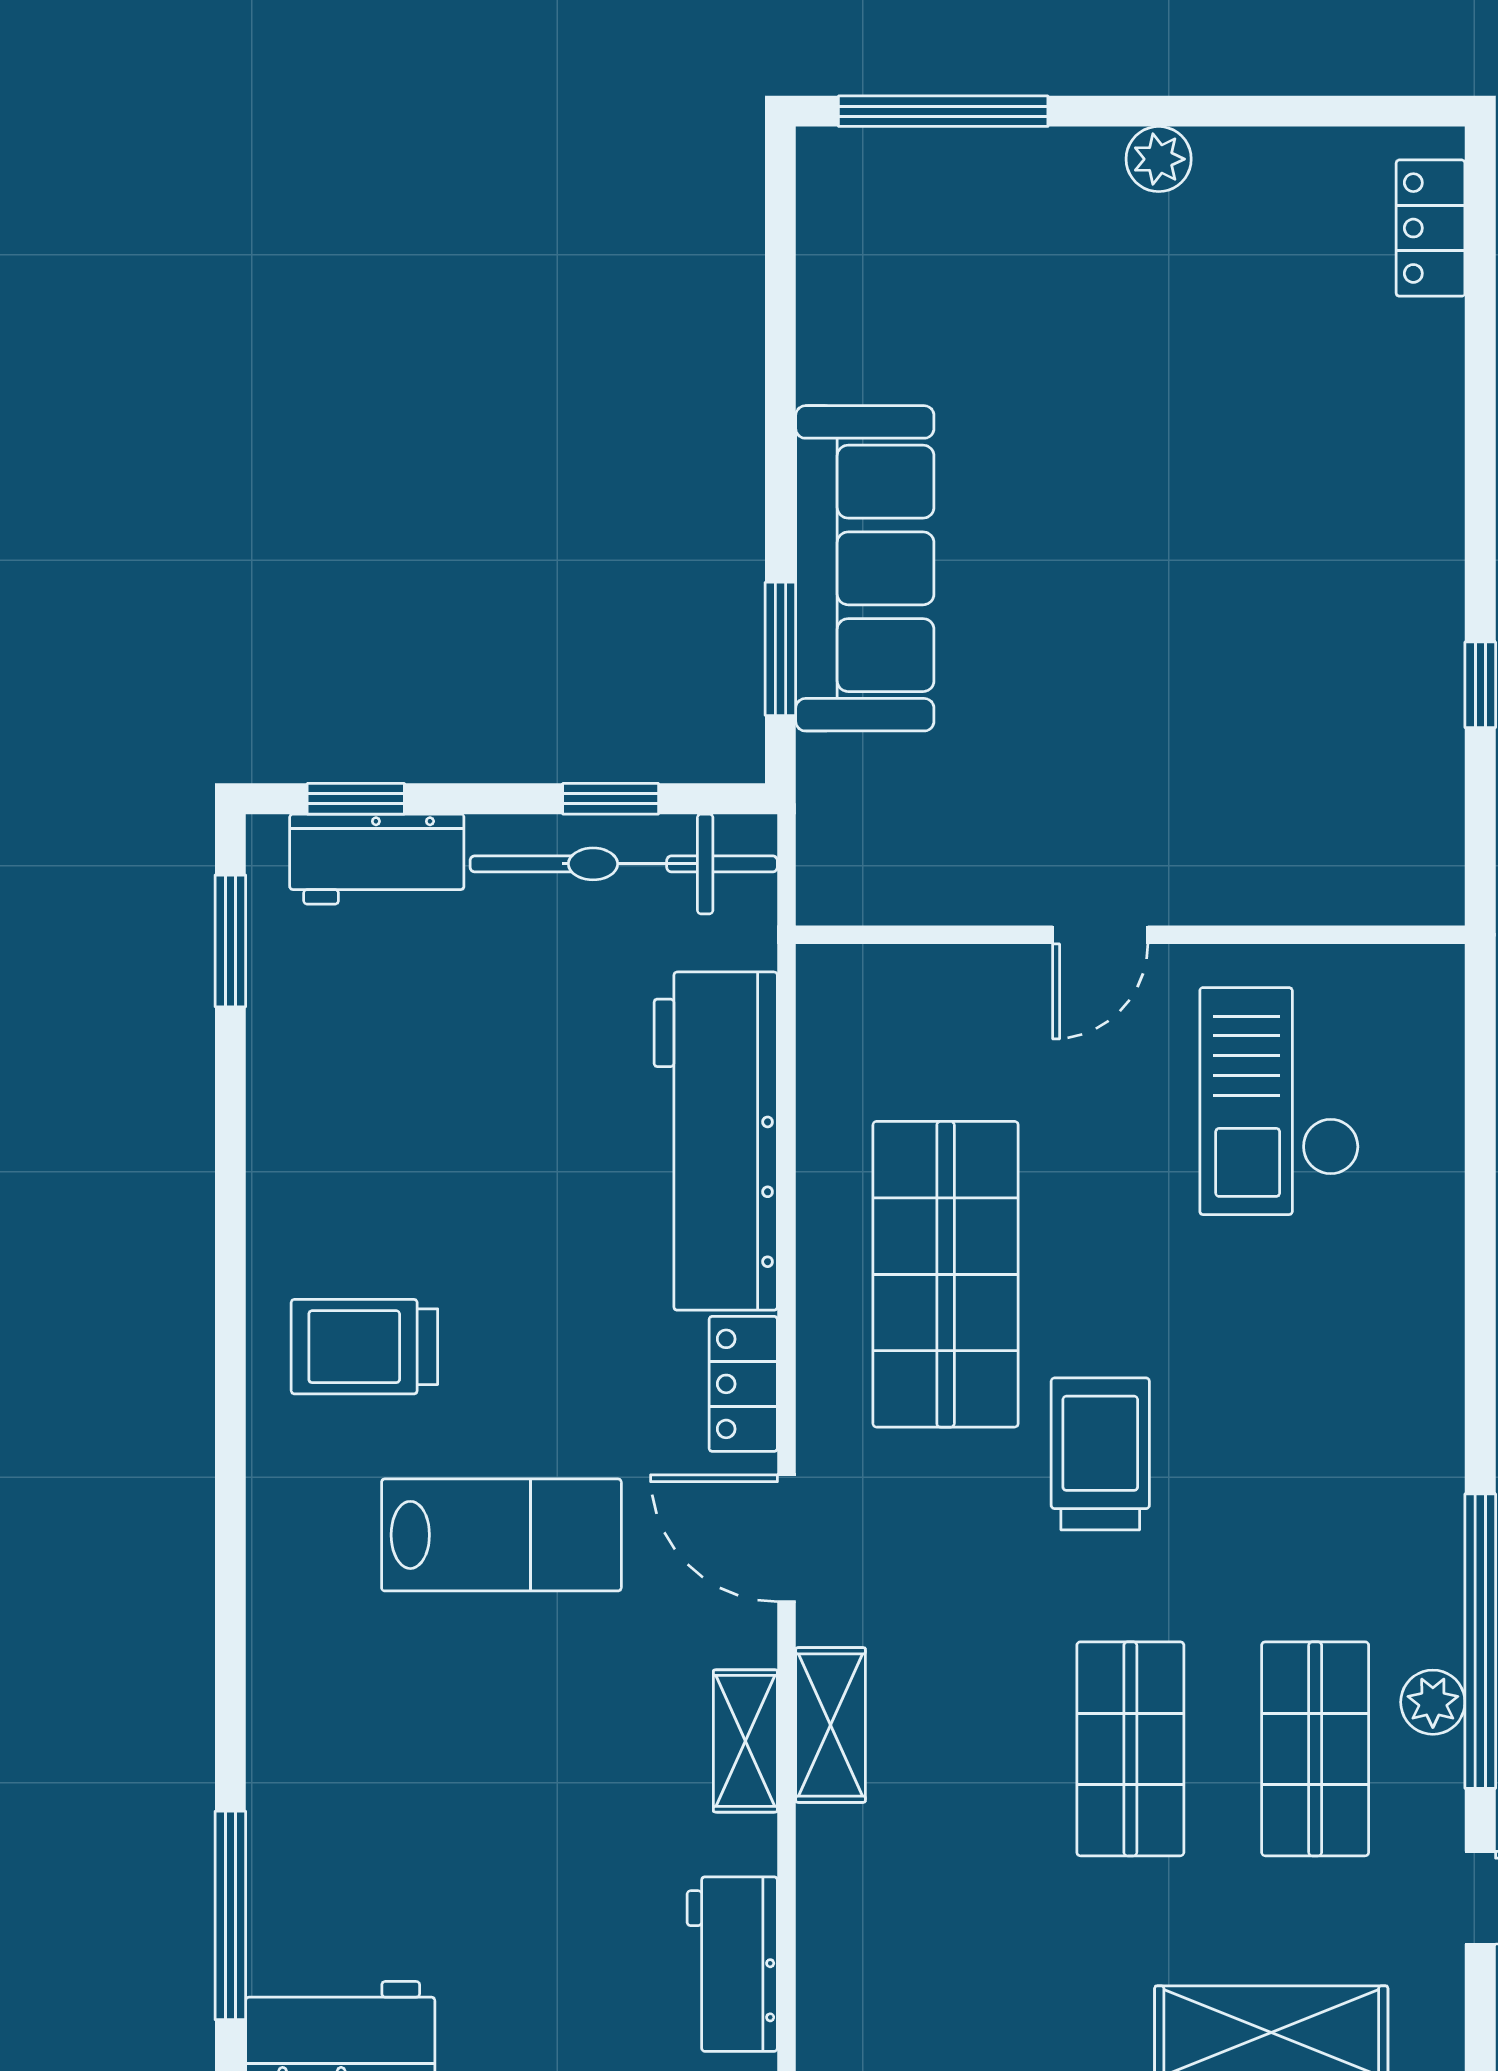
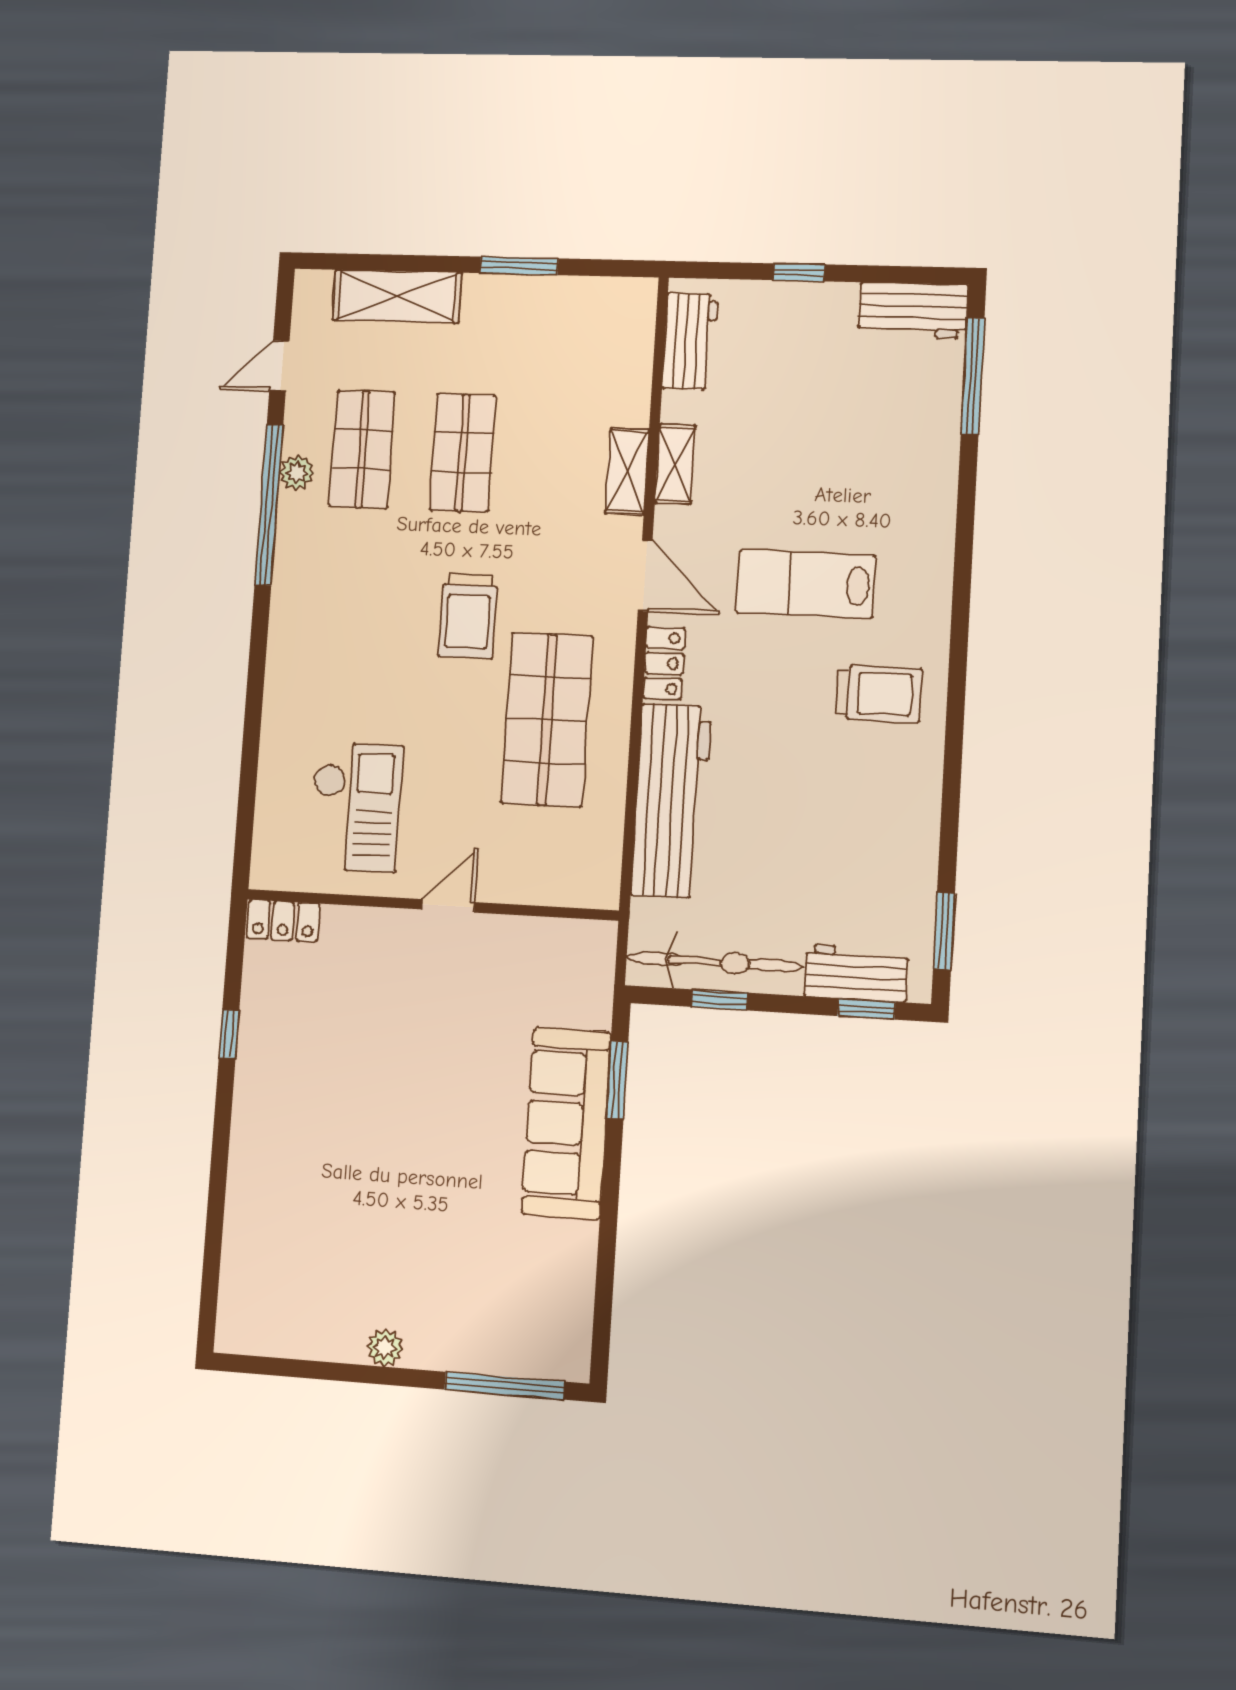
locker: (1431, 228) -> (283, 921), moved, turned 90

